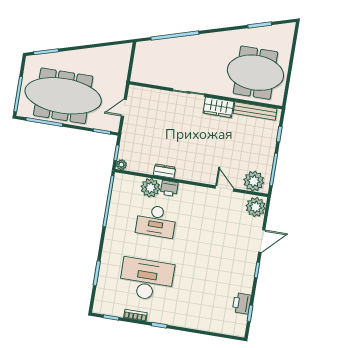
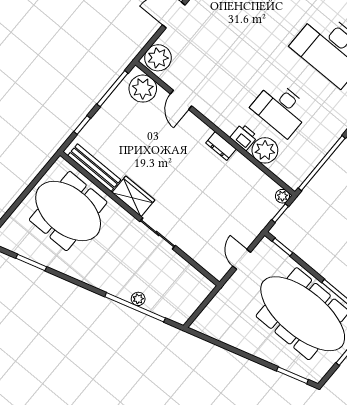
plant: (176, 42) -> (138, 299), added
door: (124, 108) -> (242, 259), swing flipped
dresser: (164, 171) -> (221, 146), moved
desk: (156, 221) -> (281, 109), turned 180

